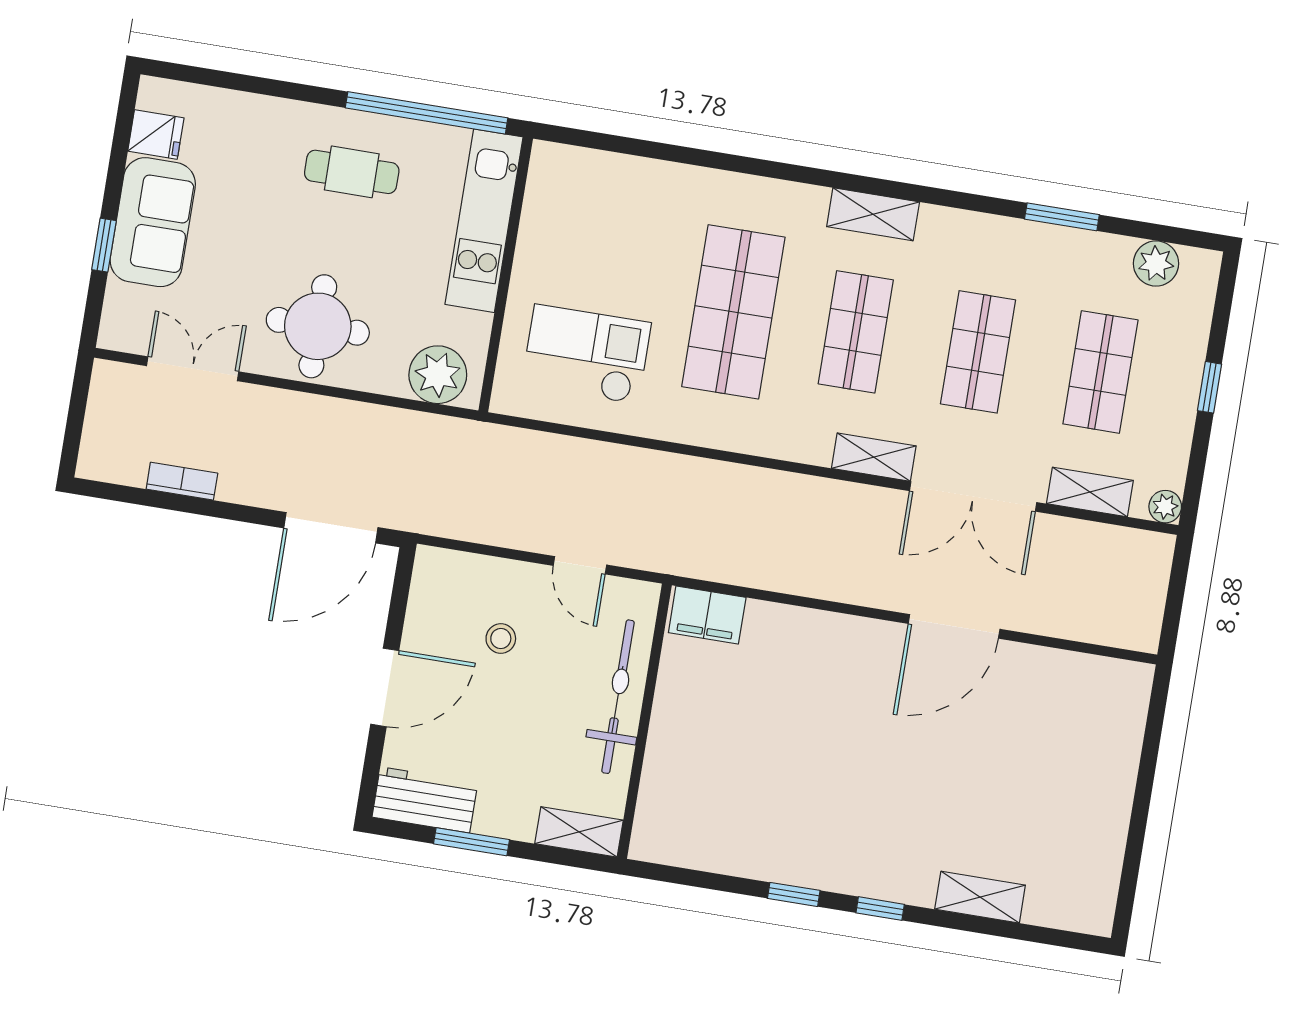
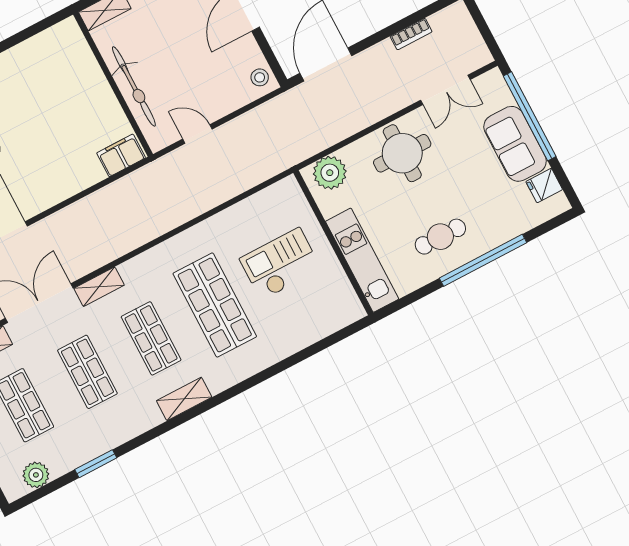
window: (427, 113) -> (483, 260), moved
window: (104, 245) -> (530, 116), width x3.17
checkout: (586, 354) -> (280, 264), moved, turned 180
stool: (501, 639) -> (260, 77), moved

